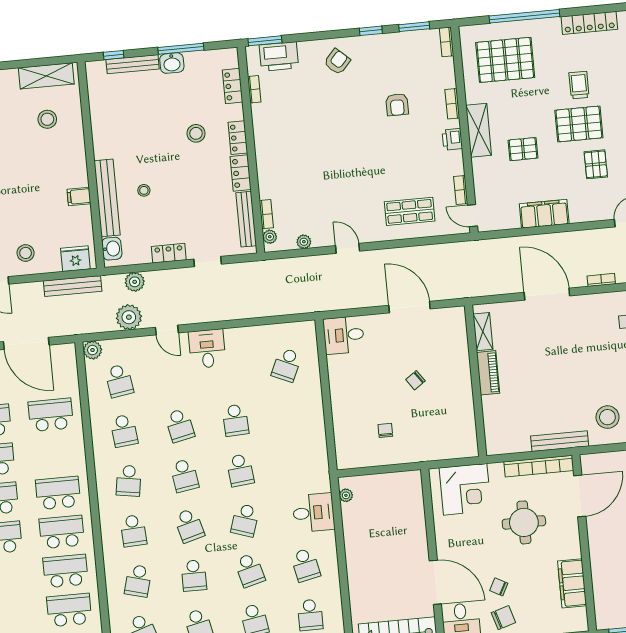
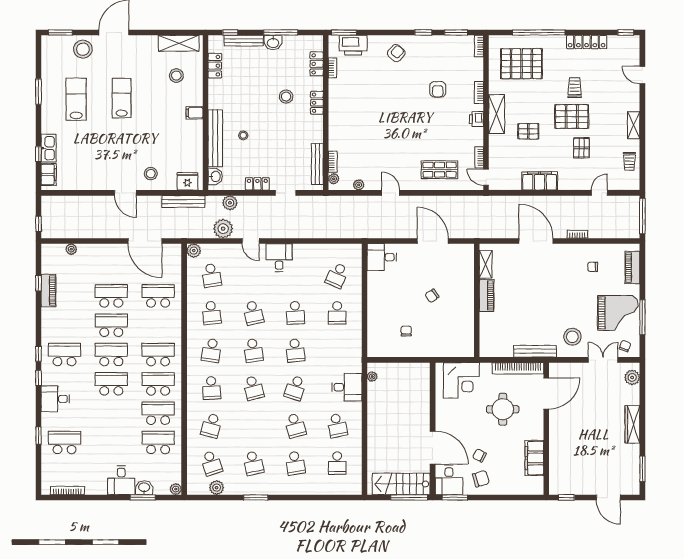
locker: (241, 173) -> (215, 66), moved, turned 180
filing cabinet: (79, 196) -> (194, 113), moved
school desk: (194, 575) -> (337, 313), moved

